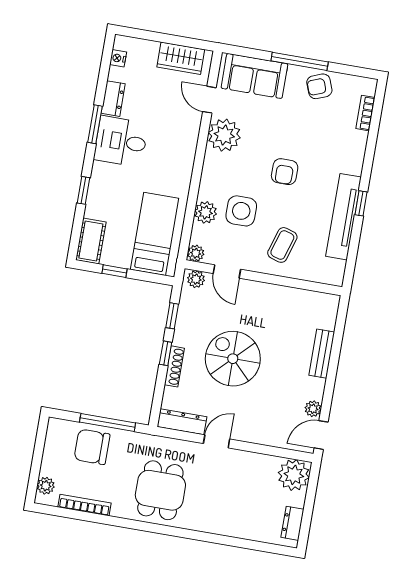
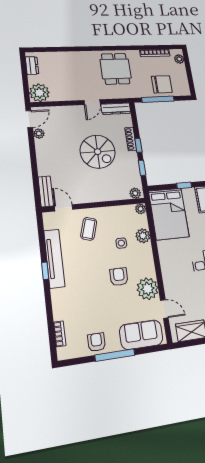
armchair: (319, 86) -> (96, 342), turned -69
armchair: (285, 172) -> (119, 277), moved
side table: (241, 211) -> (121, 243), width x0.54, depth x0.54
bed: (155, 234) -> (169, 214), width x1.50
door: (227, 271) -> (64, 208), moved
bench: (322, 354) -> (46, 191), moved

